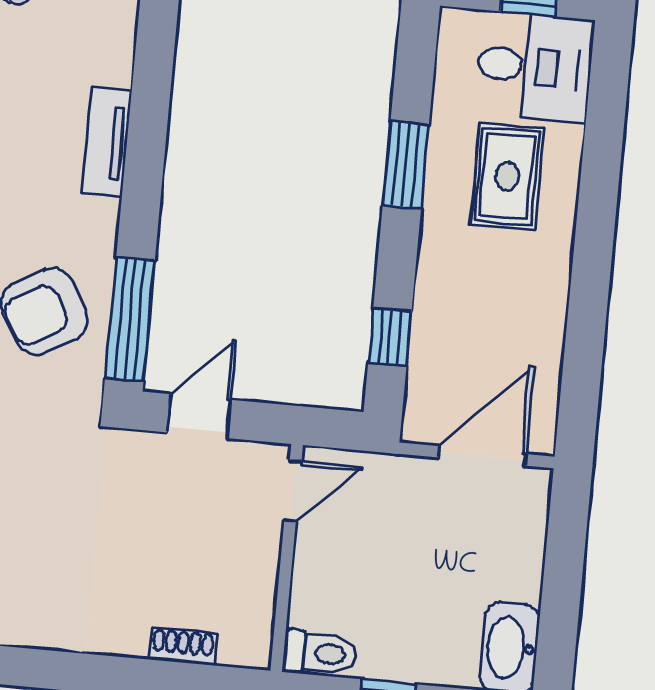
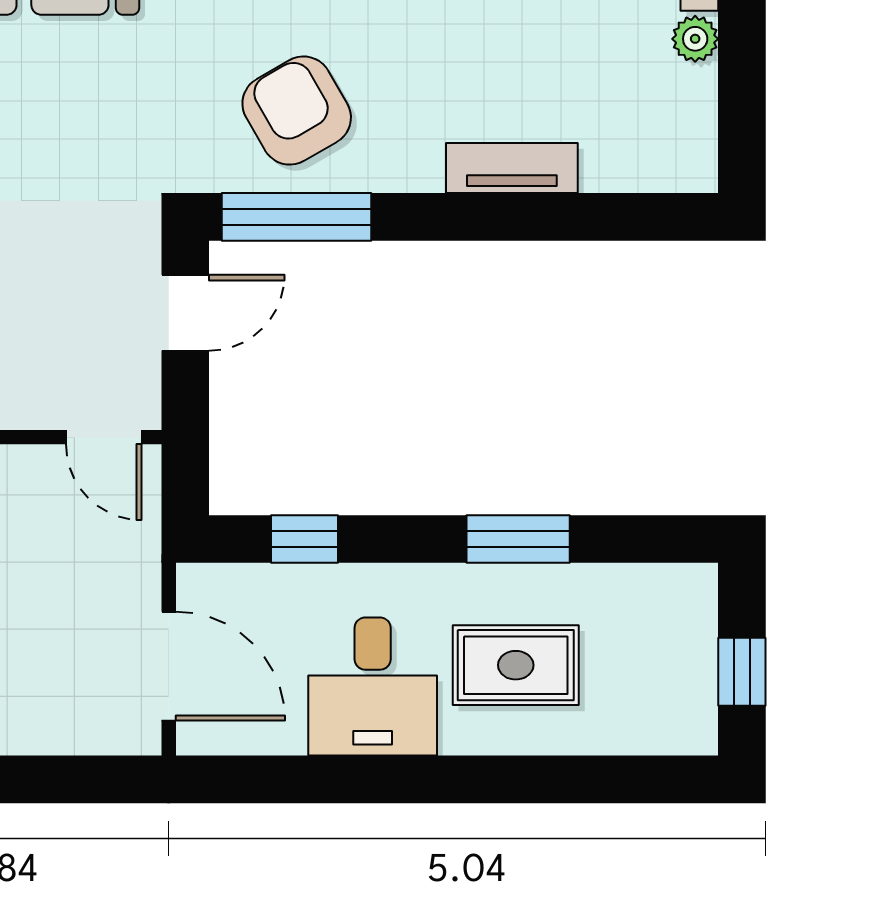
desk: (535, 67) -> (373, 686), moved
door: (199, 416) -> (185, 313), hinge flipped

